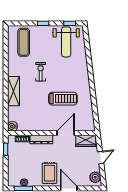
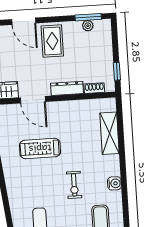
shelving: (14, 91) -> (109, 133), moved
water cooler: (12, 126) -> (114, 183), moved
door: (66, 133) -> (33, 100), hinge flipped

